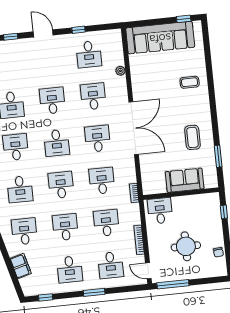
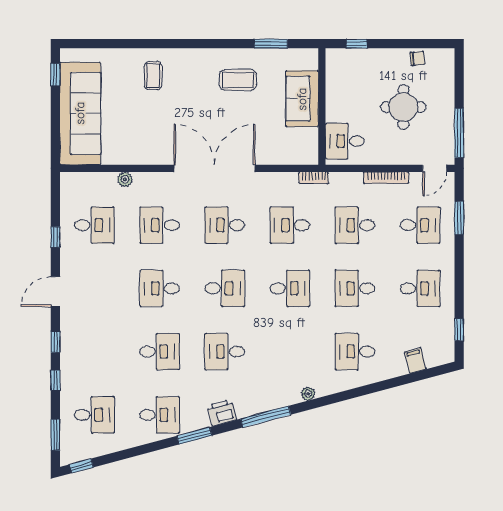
desk: (61, 185) -> (290, 288), turned 180
desk: (20, 189) -> (290, 352), removed
filing cabinet: (21, 266) -> (415, 360), width x0.50
window: (94, 292) -> (459, 218), moved

